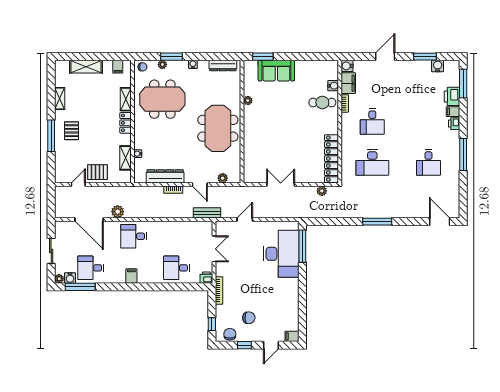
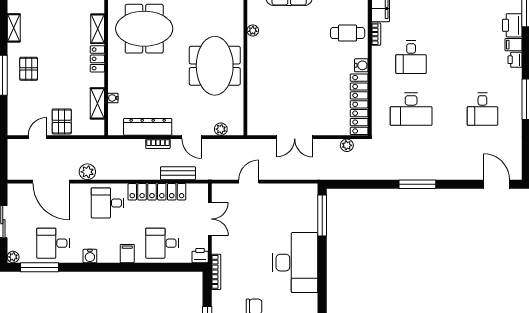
water cooler: (333, 86) -> (361, 65), moved
pallet: (97, 172) -> (62, 121), turned 90
double door: (281, 184) -> (295, 137), swing flipped
bench: (207, 213) -> (178, 173), moved
locker: (172, 227) -> (157, 192), added
desk: (281, 254) -> (295, 263), moved
filing cabinet: (131, 276) -> (127, 254), moved
water cooler: (70, 278) -> (90, 256), moved

